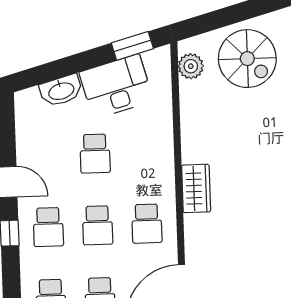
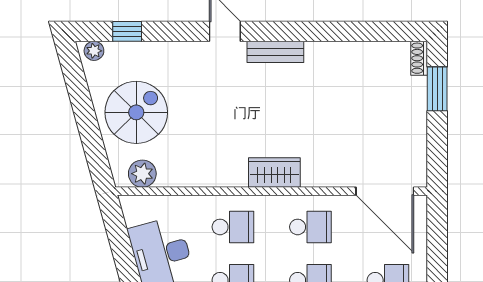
window: (132, 46) -> (118, 236), removed
school desk: (144, 152) -> (233, 227), added

